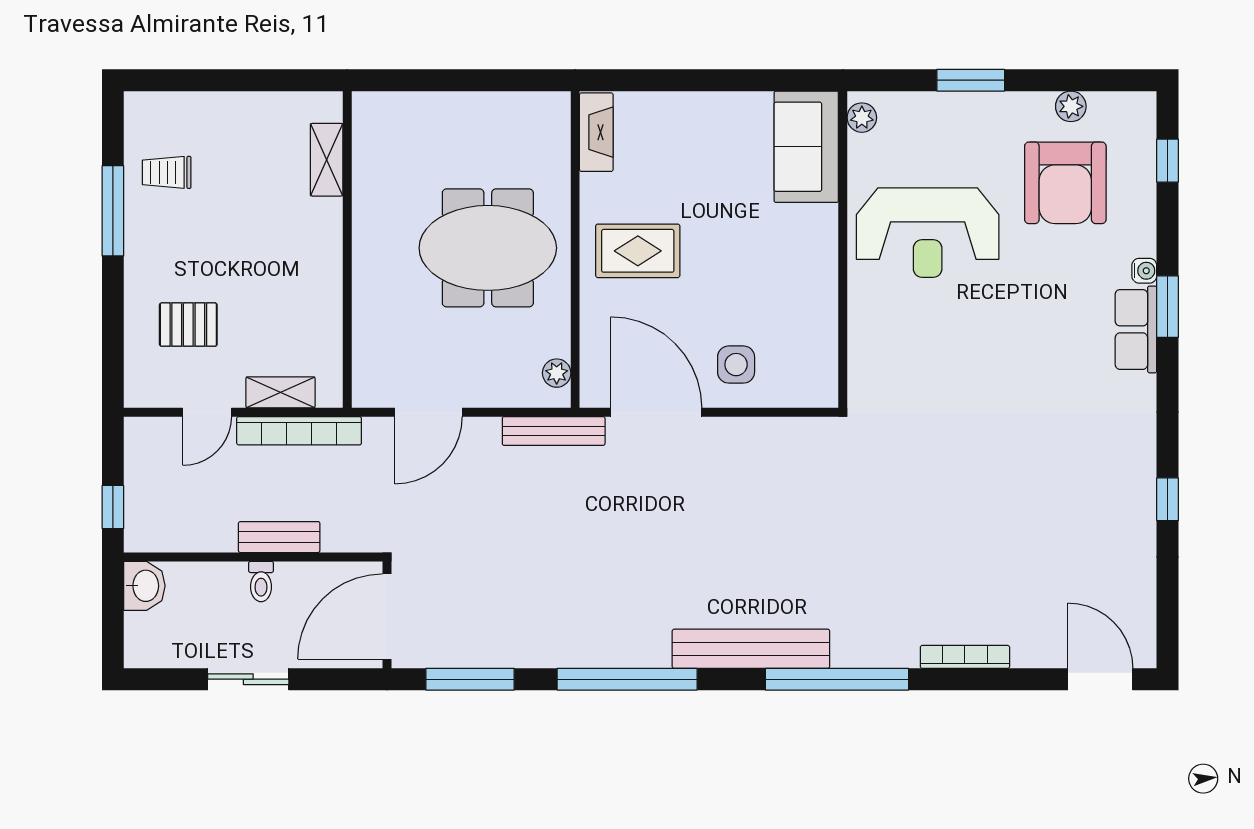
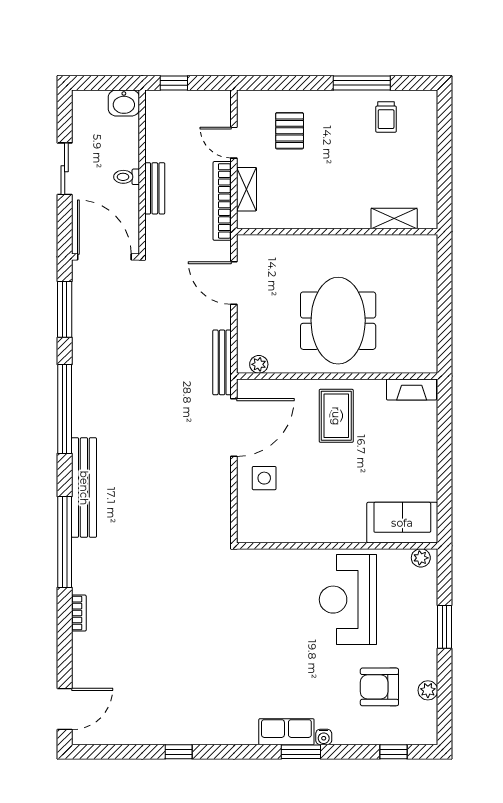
trolley: (167, 172) -> (386, 117), turned 180
armchair: (1065, 183) -> (379, 687), width x0.73, depth x0.73
bookcase: (965, 657) -> (79, 613), width x0.64

